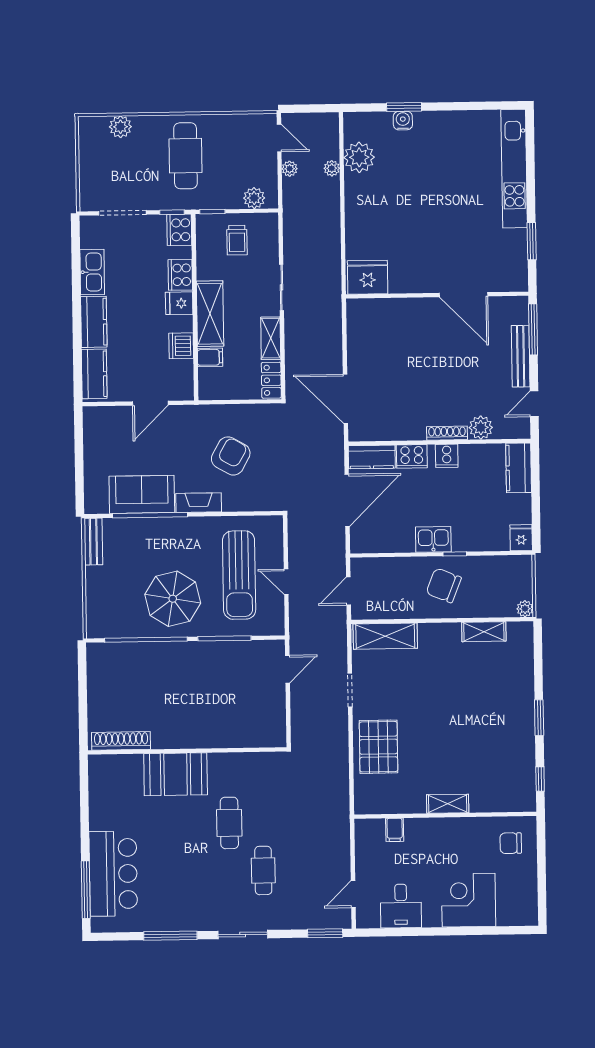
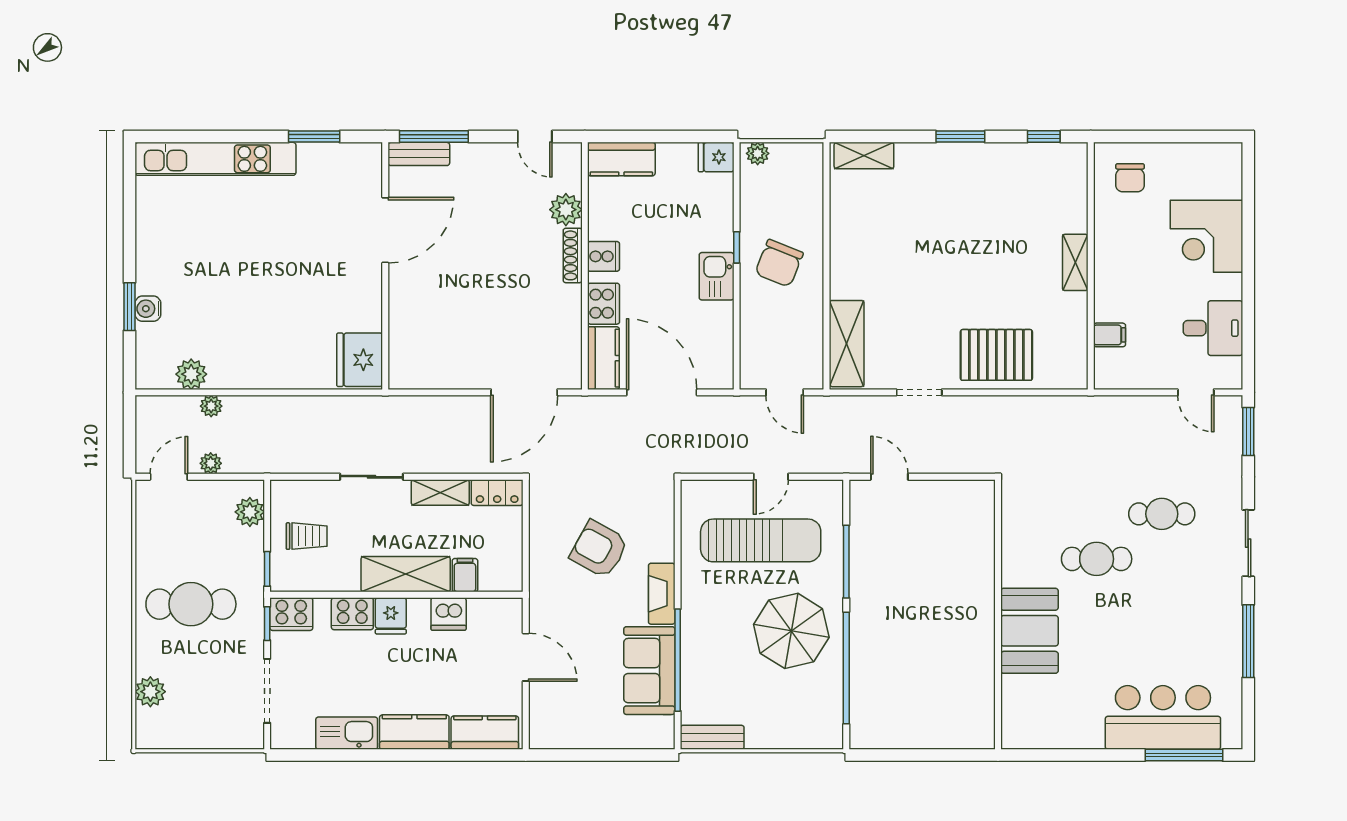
plant: (359, 157) -> (191, 374), width x0.73, depth x0.73
bench: (521, 356) -> (419, 154), moved, width x0.73
plant: (525, 609) -> (758, 153), moved
shelving: (484, 632) -> (864, 156), moved, turned 90
shoe rack: (121, 741) -> (983, 704), removed

